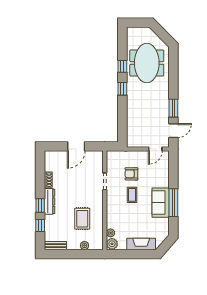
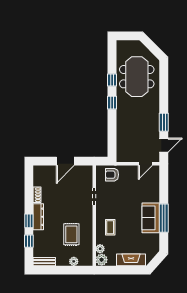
armchair: (131, 174) -> (112, 175), moved
coffee table: (132, 195) -> (110, 227), moved

